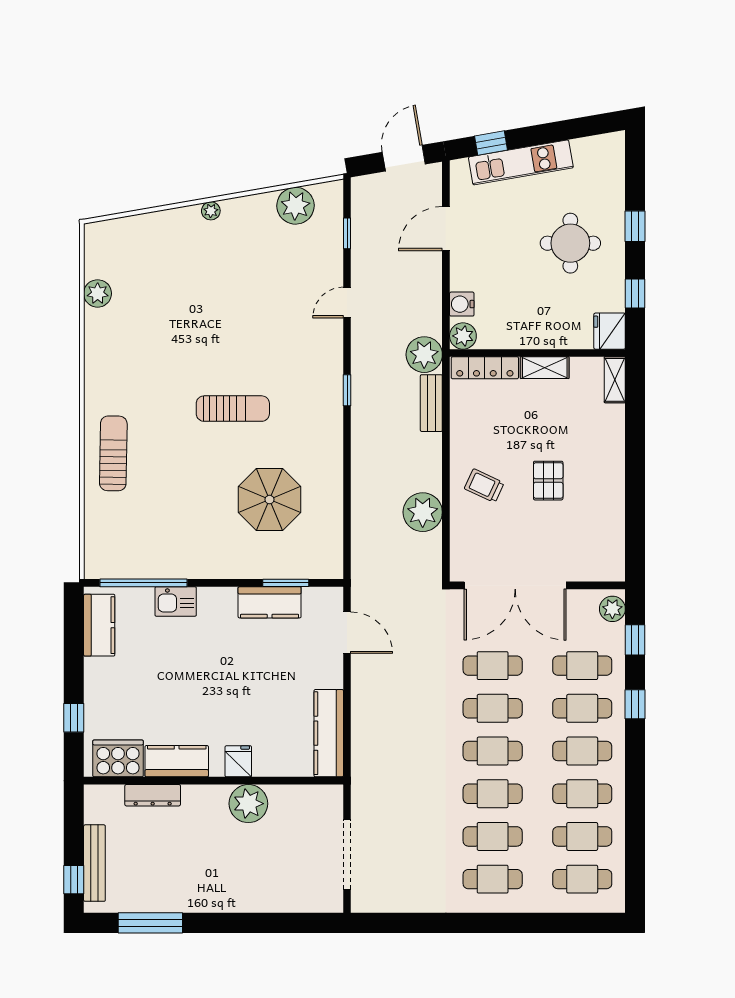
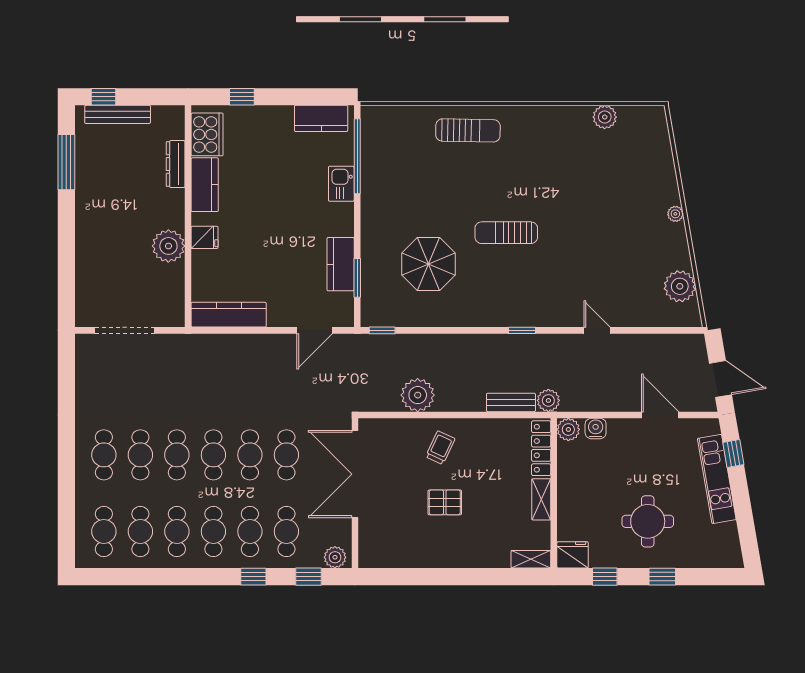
window: (347, 233) -> (382, 330), moved
plant: (424, 355) -> (548, 400), width x0.73, depth x0.73
sun lounger: (233, 409) -> (506, 233), turned 90

